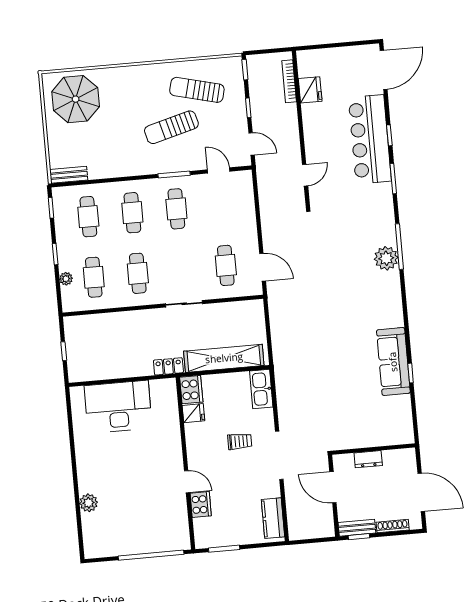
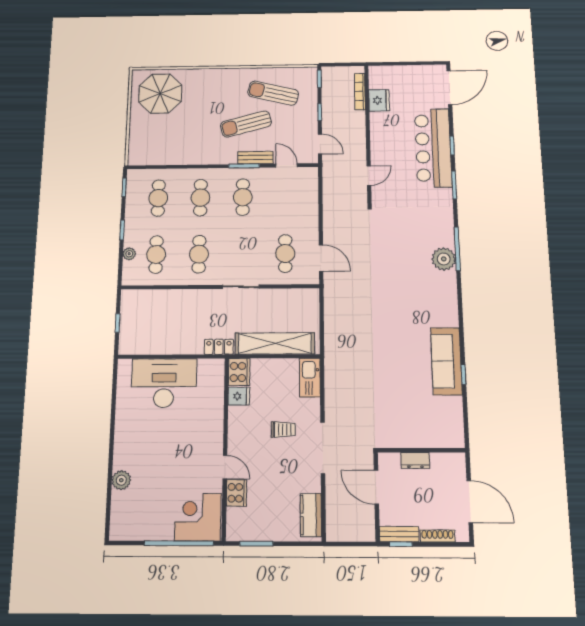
bench: (69, 175) -> (255, 158), moved
corner desk: (166, 530) -> (198, 517), added

